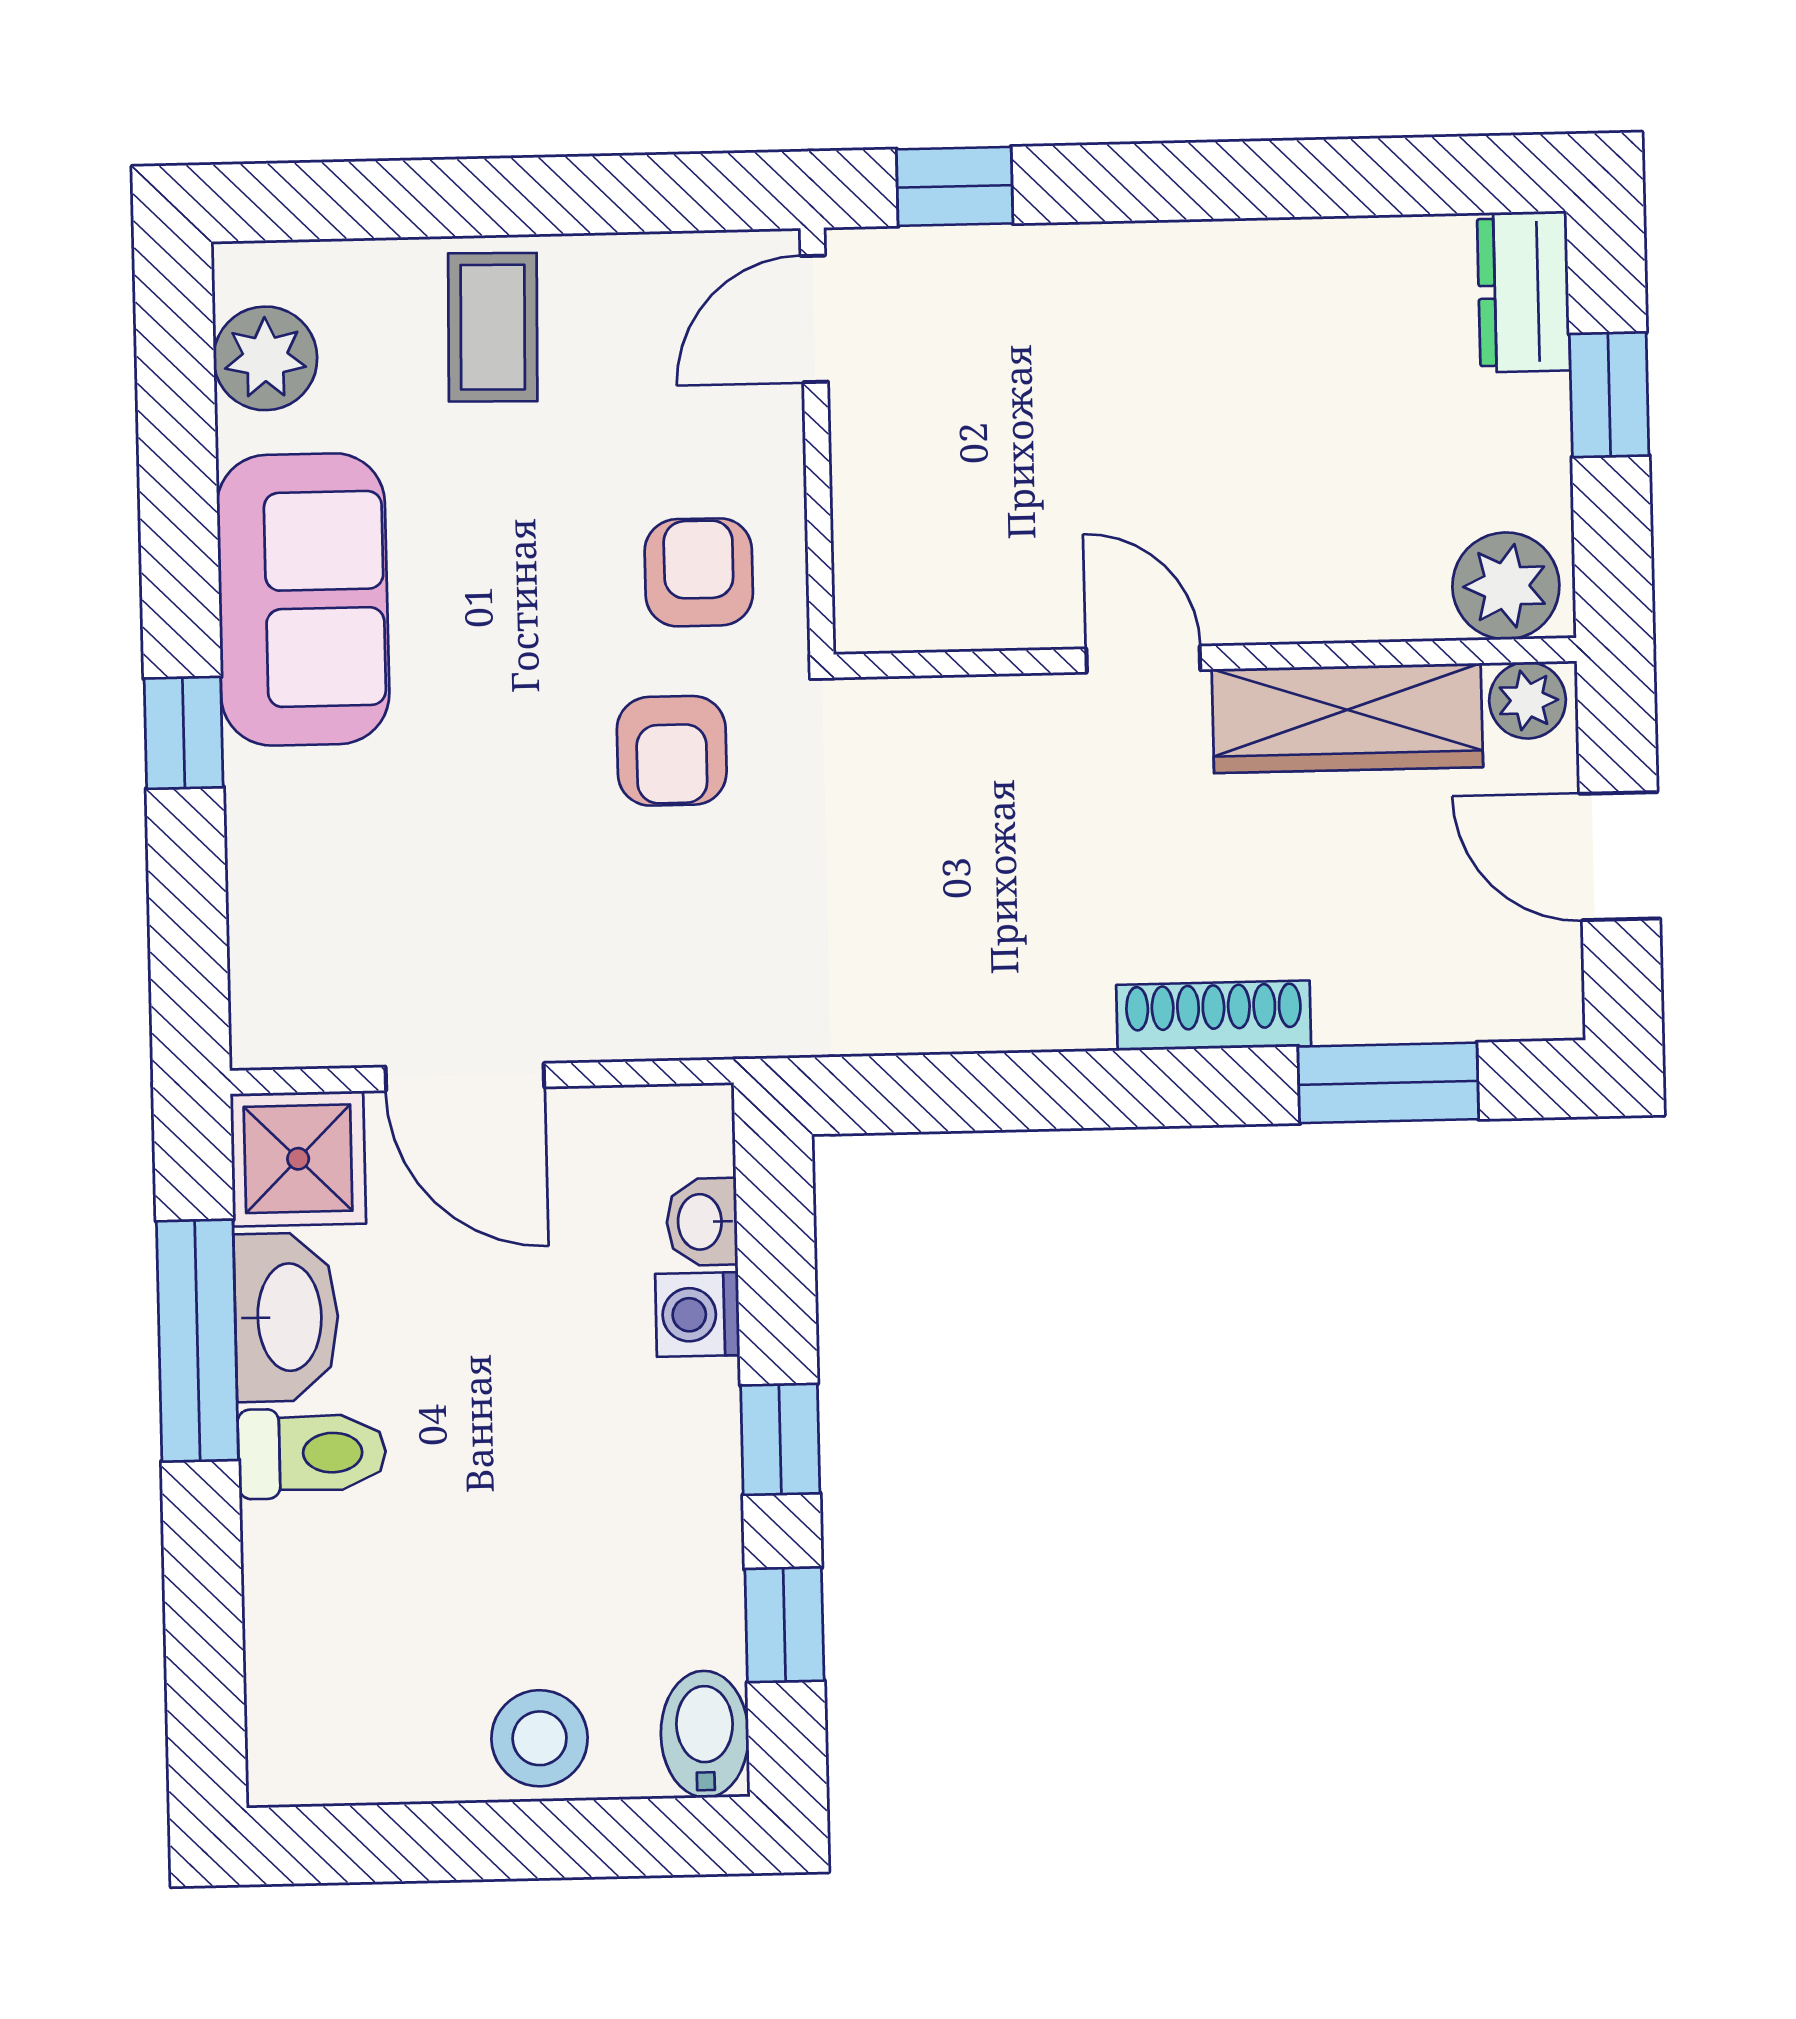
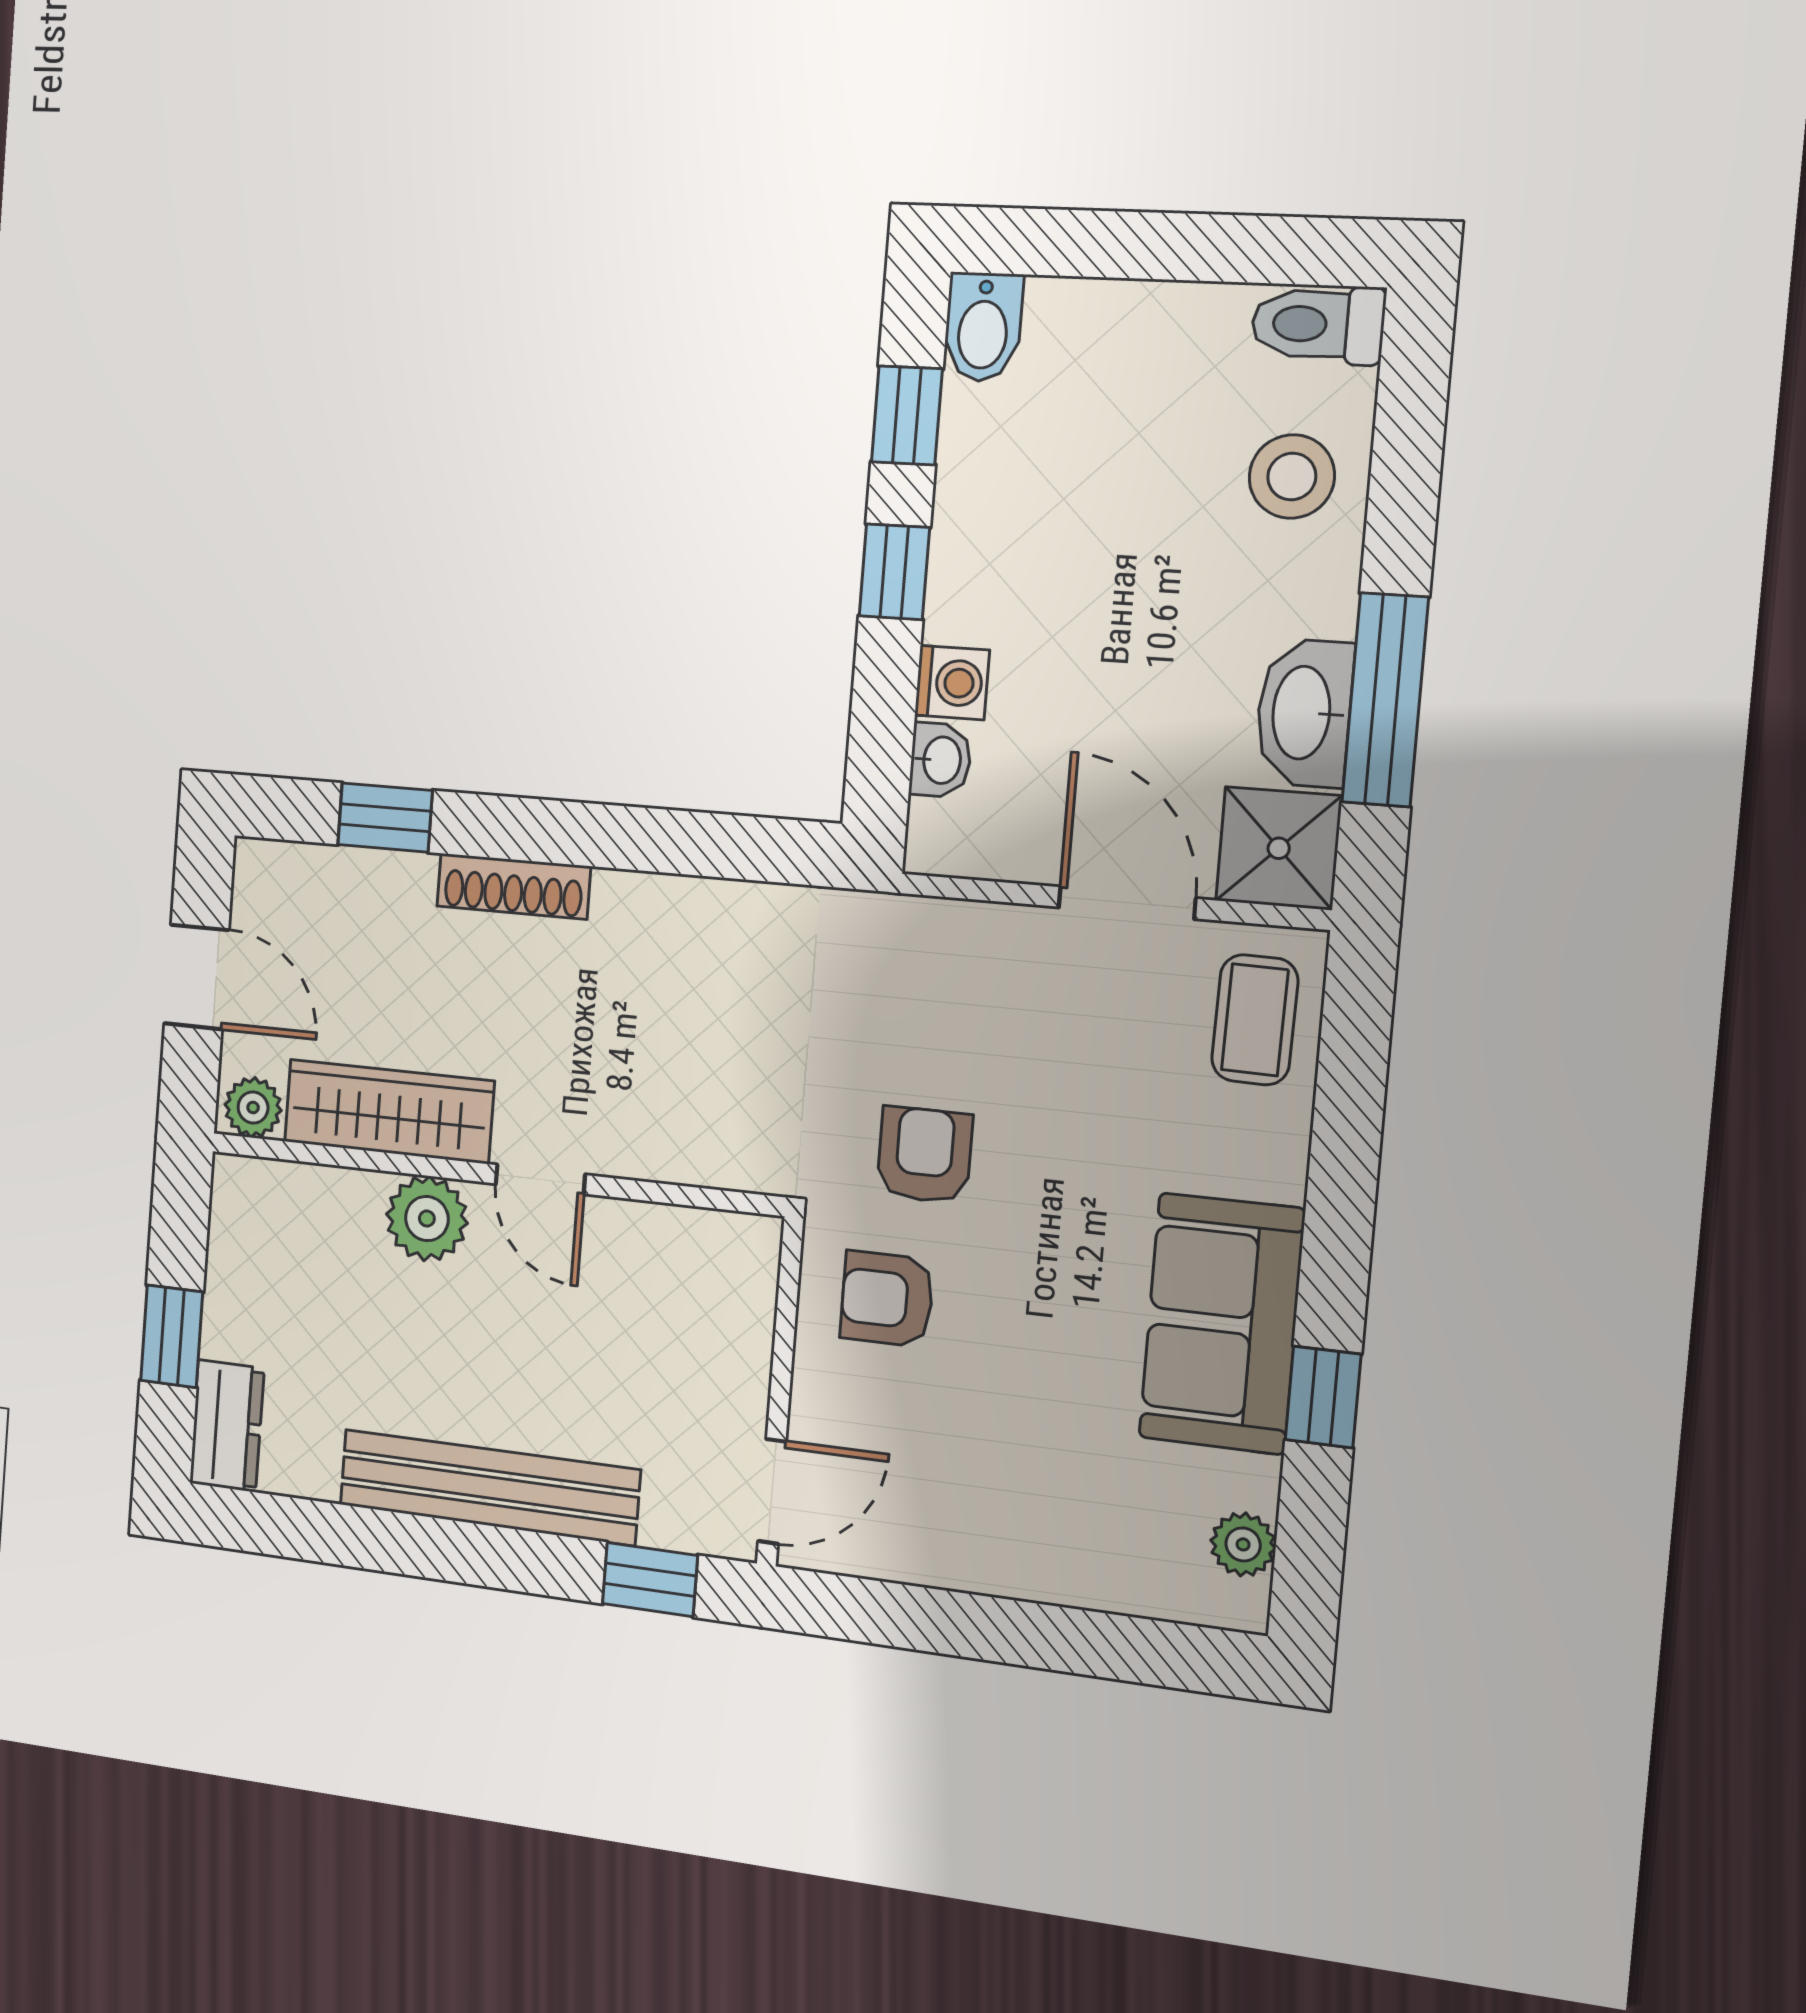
bench: (1171, 268) -> (489, 1487), added
coffee table: (493, 327) -> (1255, 1020), moved
plant: (265, 358) -> (1243, 1544), width x0.73, depth x0.73
armchair: (699, 572) -> (887, 1299), turned 90
plant: (1506, 586) -> (427, 1219), moved
window: (184, 733) -> (1323, 1397), moved
window: (1388, 1083) -> (385, 818), width x0.67
toilet: (312, 1453) -> (1318, 324), moved
stool: (540, 1738) -> (1292, 477), moved

